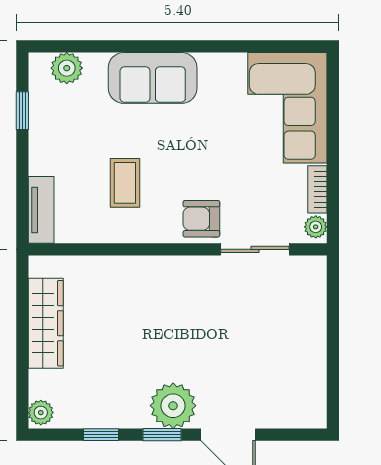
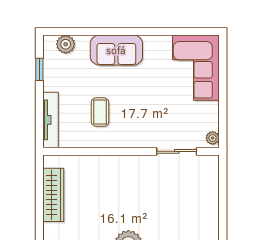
bookcase: (317, 189) -> (214, 116), removed
tv unit: (41, 210) -> (50, 120), width x1.41
armchair: (201, 219) -> (145, 133), removed

